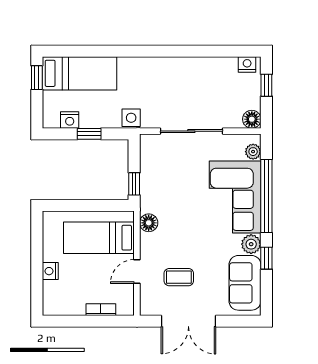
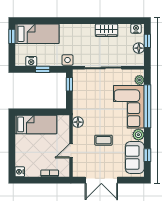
wardrobe: (197, 67) -> (107, 30), added
floor lamp: (252, 119) -> (139, 48), moved
window: (134, 184) -> (69, 84), moved
bed: (99, 238) -> (36, 124), moved, turned 180
window: (266, 258) -> (147, 155), moved
nightstand: (50, 271) -> (20, 172), moved
coffee table: (179, 277) -> (103, 140), moved

